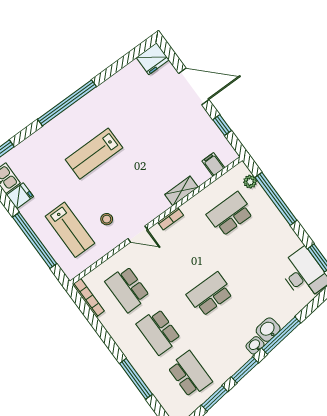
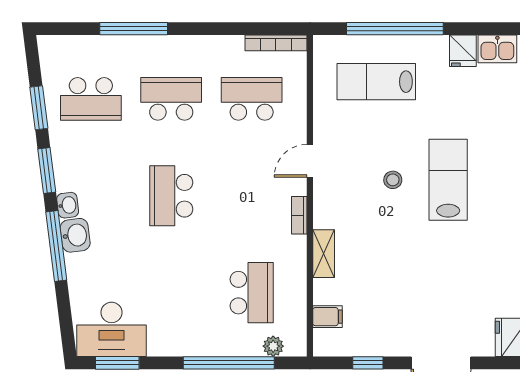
stool: (107, 219) -> (393, 180), moved
school desk: (210, 294) -> (171, 196), turned 180

